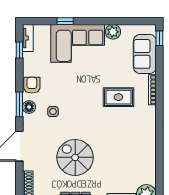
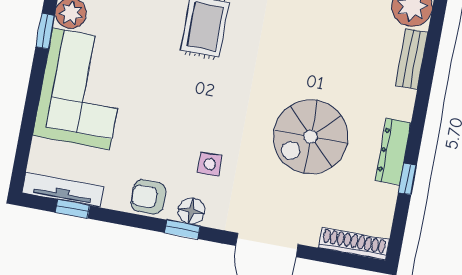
window: (65, 21) -> (45, 31), moved
tv unit: (28, 38) -> (63, 190), width x1.41
window: (19, 104) -> (183, 229), width x0.67

